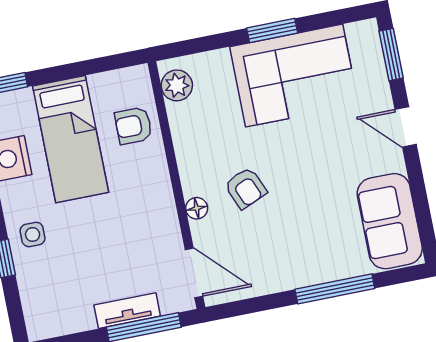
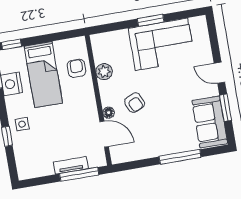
window: (391, 55) -> (225, 108), moved
plant: (177, 85) -> (104, 72), moved
armchair: (133, 126) -> (77, 68), turned 90
door: (194, 273) -> (104, 134), moved

